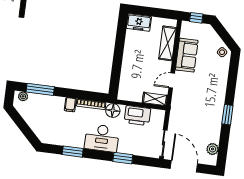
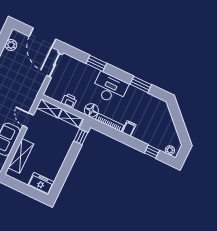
door: (172, 80) -> (28, 120), swing flipped
window: (115, 81) -> (81, 137), added
window: (40, 89) -> (152, 152), width x0.46
shelving: (131, 96) -> (71, 118), added
printer: (137, 116) -> (69, 101), width x0.53, depth x0.68

